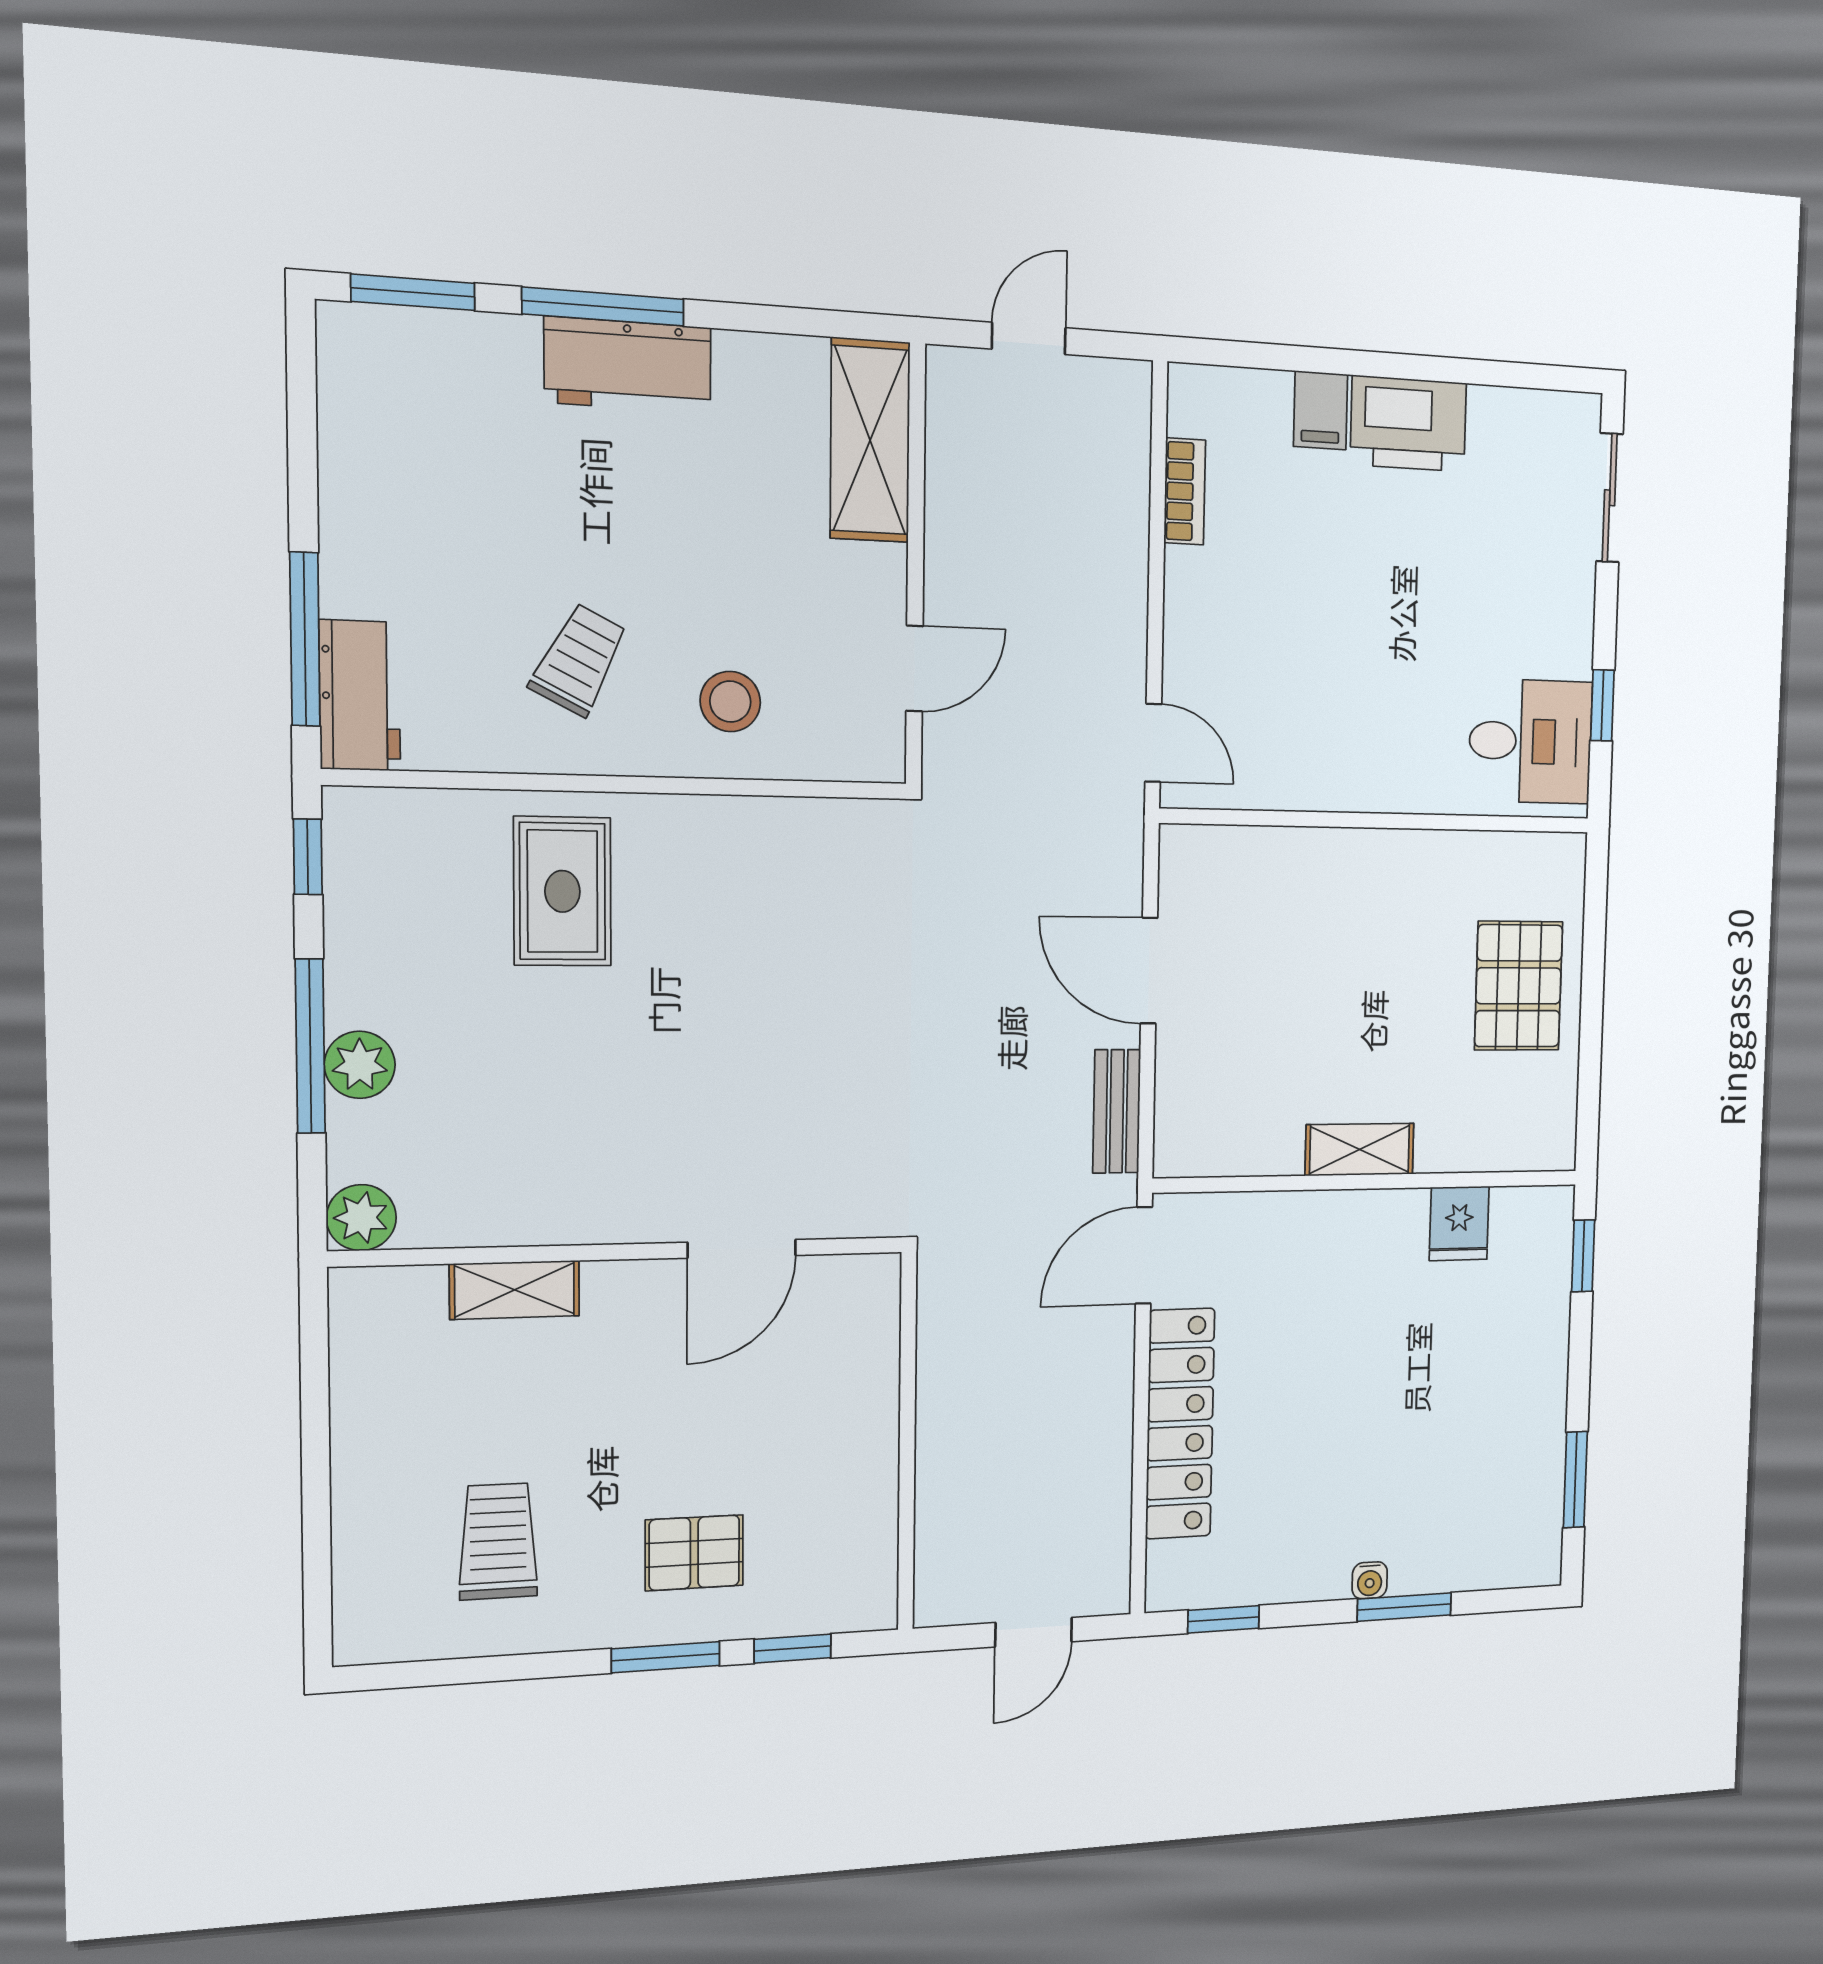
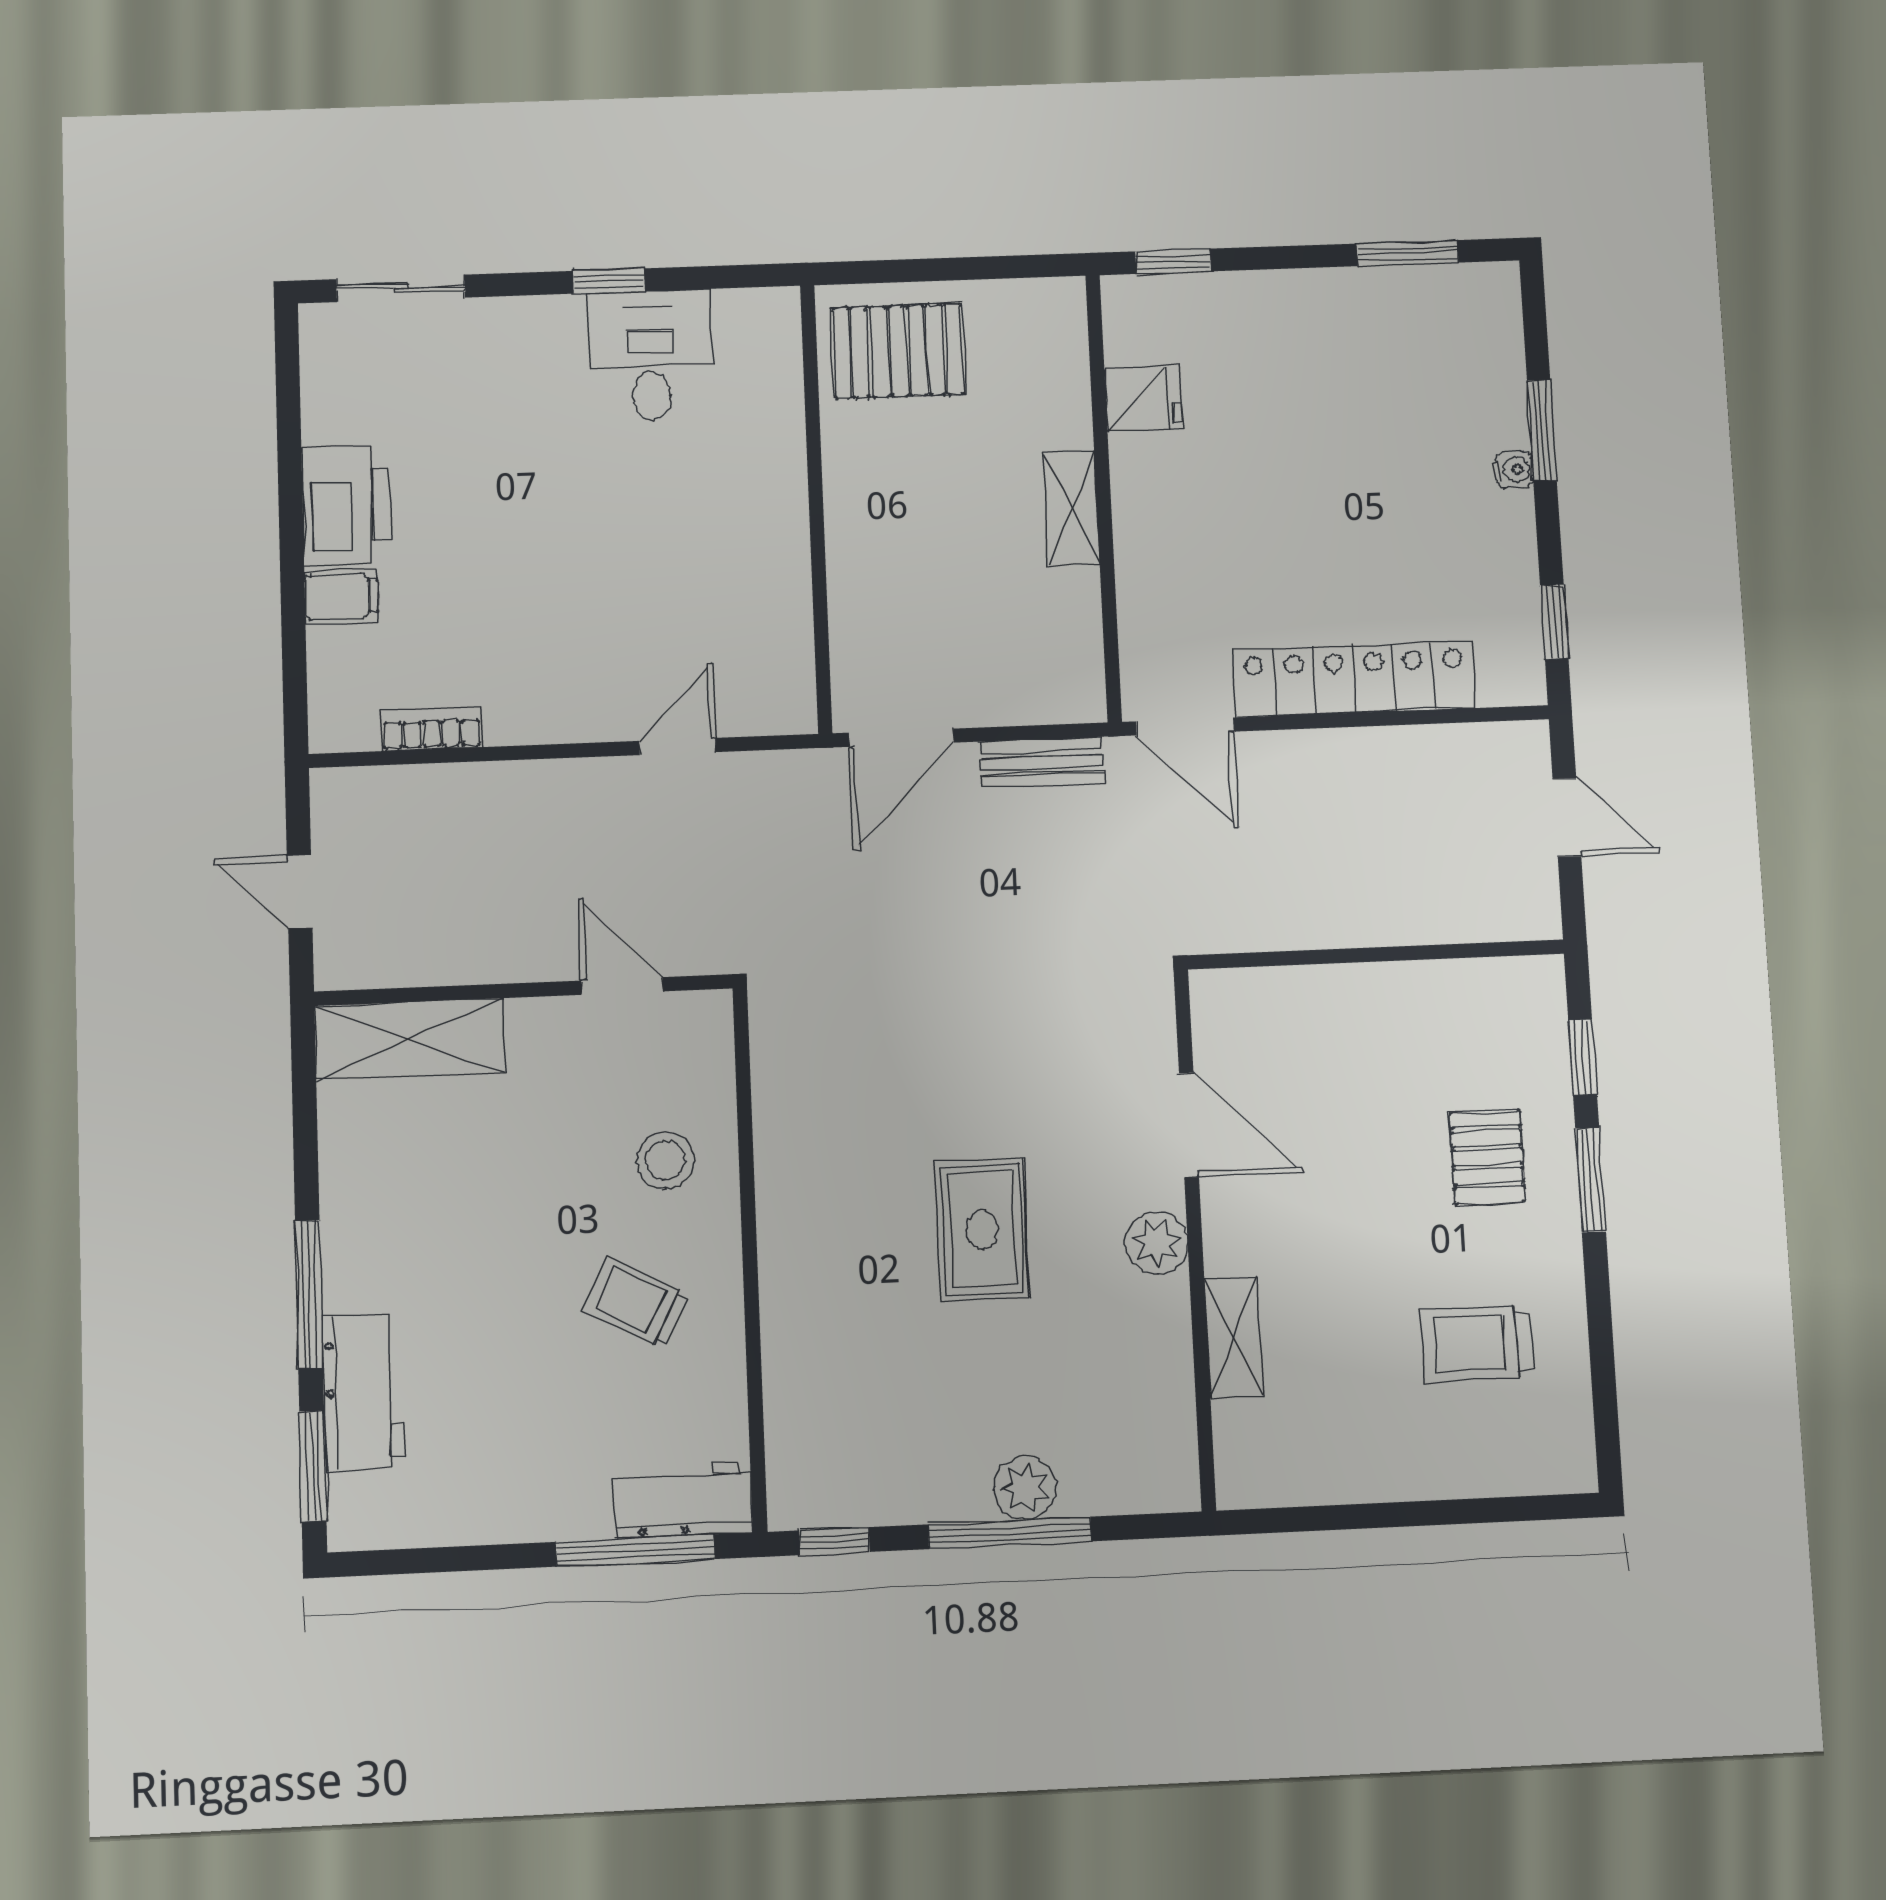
workbench: (628, 365) -> (363, 1392), moved
wall: (1379, 821) -> (816, 508), moved
rug: (562, 891) -> (982, 1229), moved, turned 90
plant: (361, 1218) -> (1157, 1243), moved

